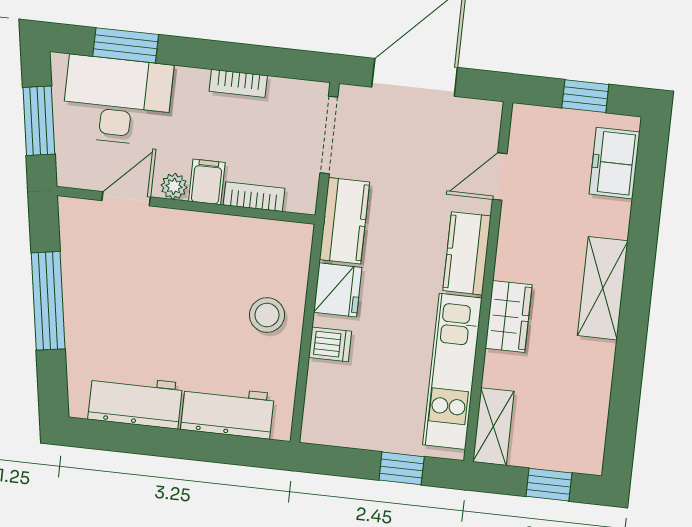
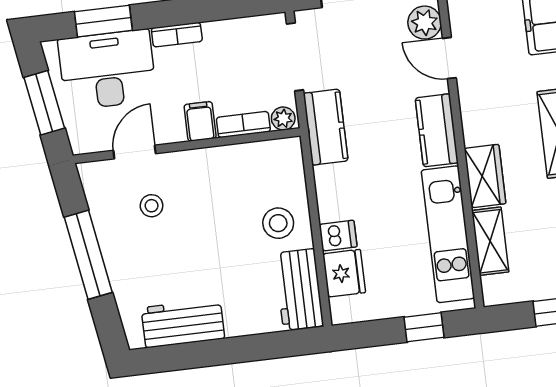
bookcase: (238, 83) -> (177, 35), moved
plant: (482, 131) -> (425, 23), added
door: (500, 176) -> (449, 58), hinge flipped
plant: (174, 186) -> (283, 118), moved
stool: (131, 263) -> (152, 206), added
fridge: (338, 290) -> (344, 273), moved
workbench: (227, 412) -> (299, 290), moved, turned -90
shelving: (493, 427) -> (490, 241), moved

